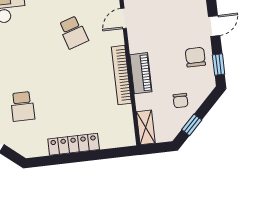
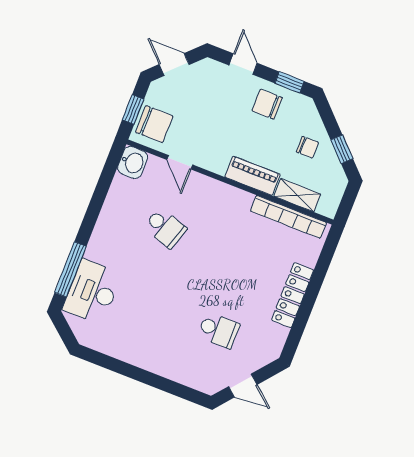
school desk: (73, 32) -> (165, 228), turned 36
bookcase: (121, 75) -> (288, 217), moved
shelving: (146, 127) -> (297, 195), moved

